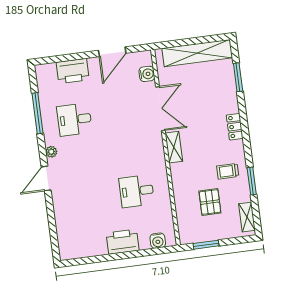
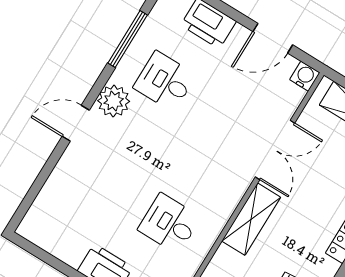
water cooler: (147, 74) -> (305, 76), moved, turned -90
shelving: (174, 147) -> (251, 219), width x1.50, depth x1.33
plant: (51, 152) -> (114, 101), width x1.88, depth x1.88

